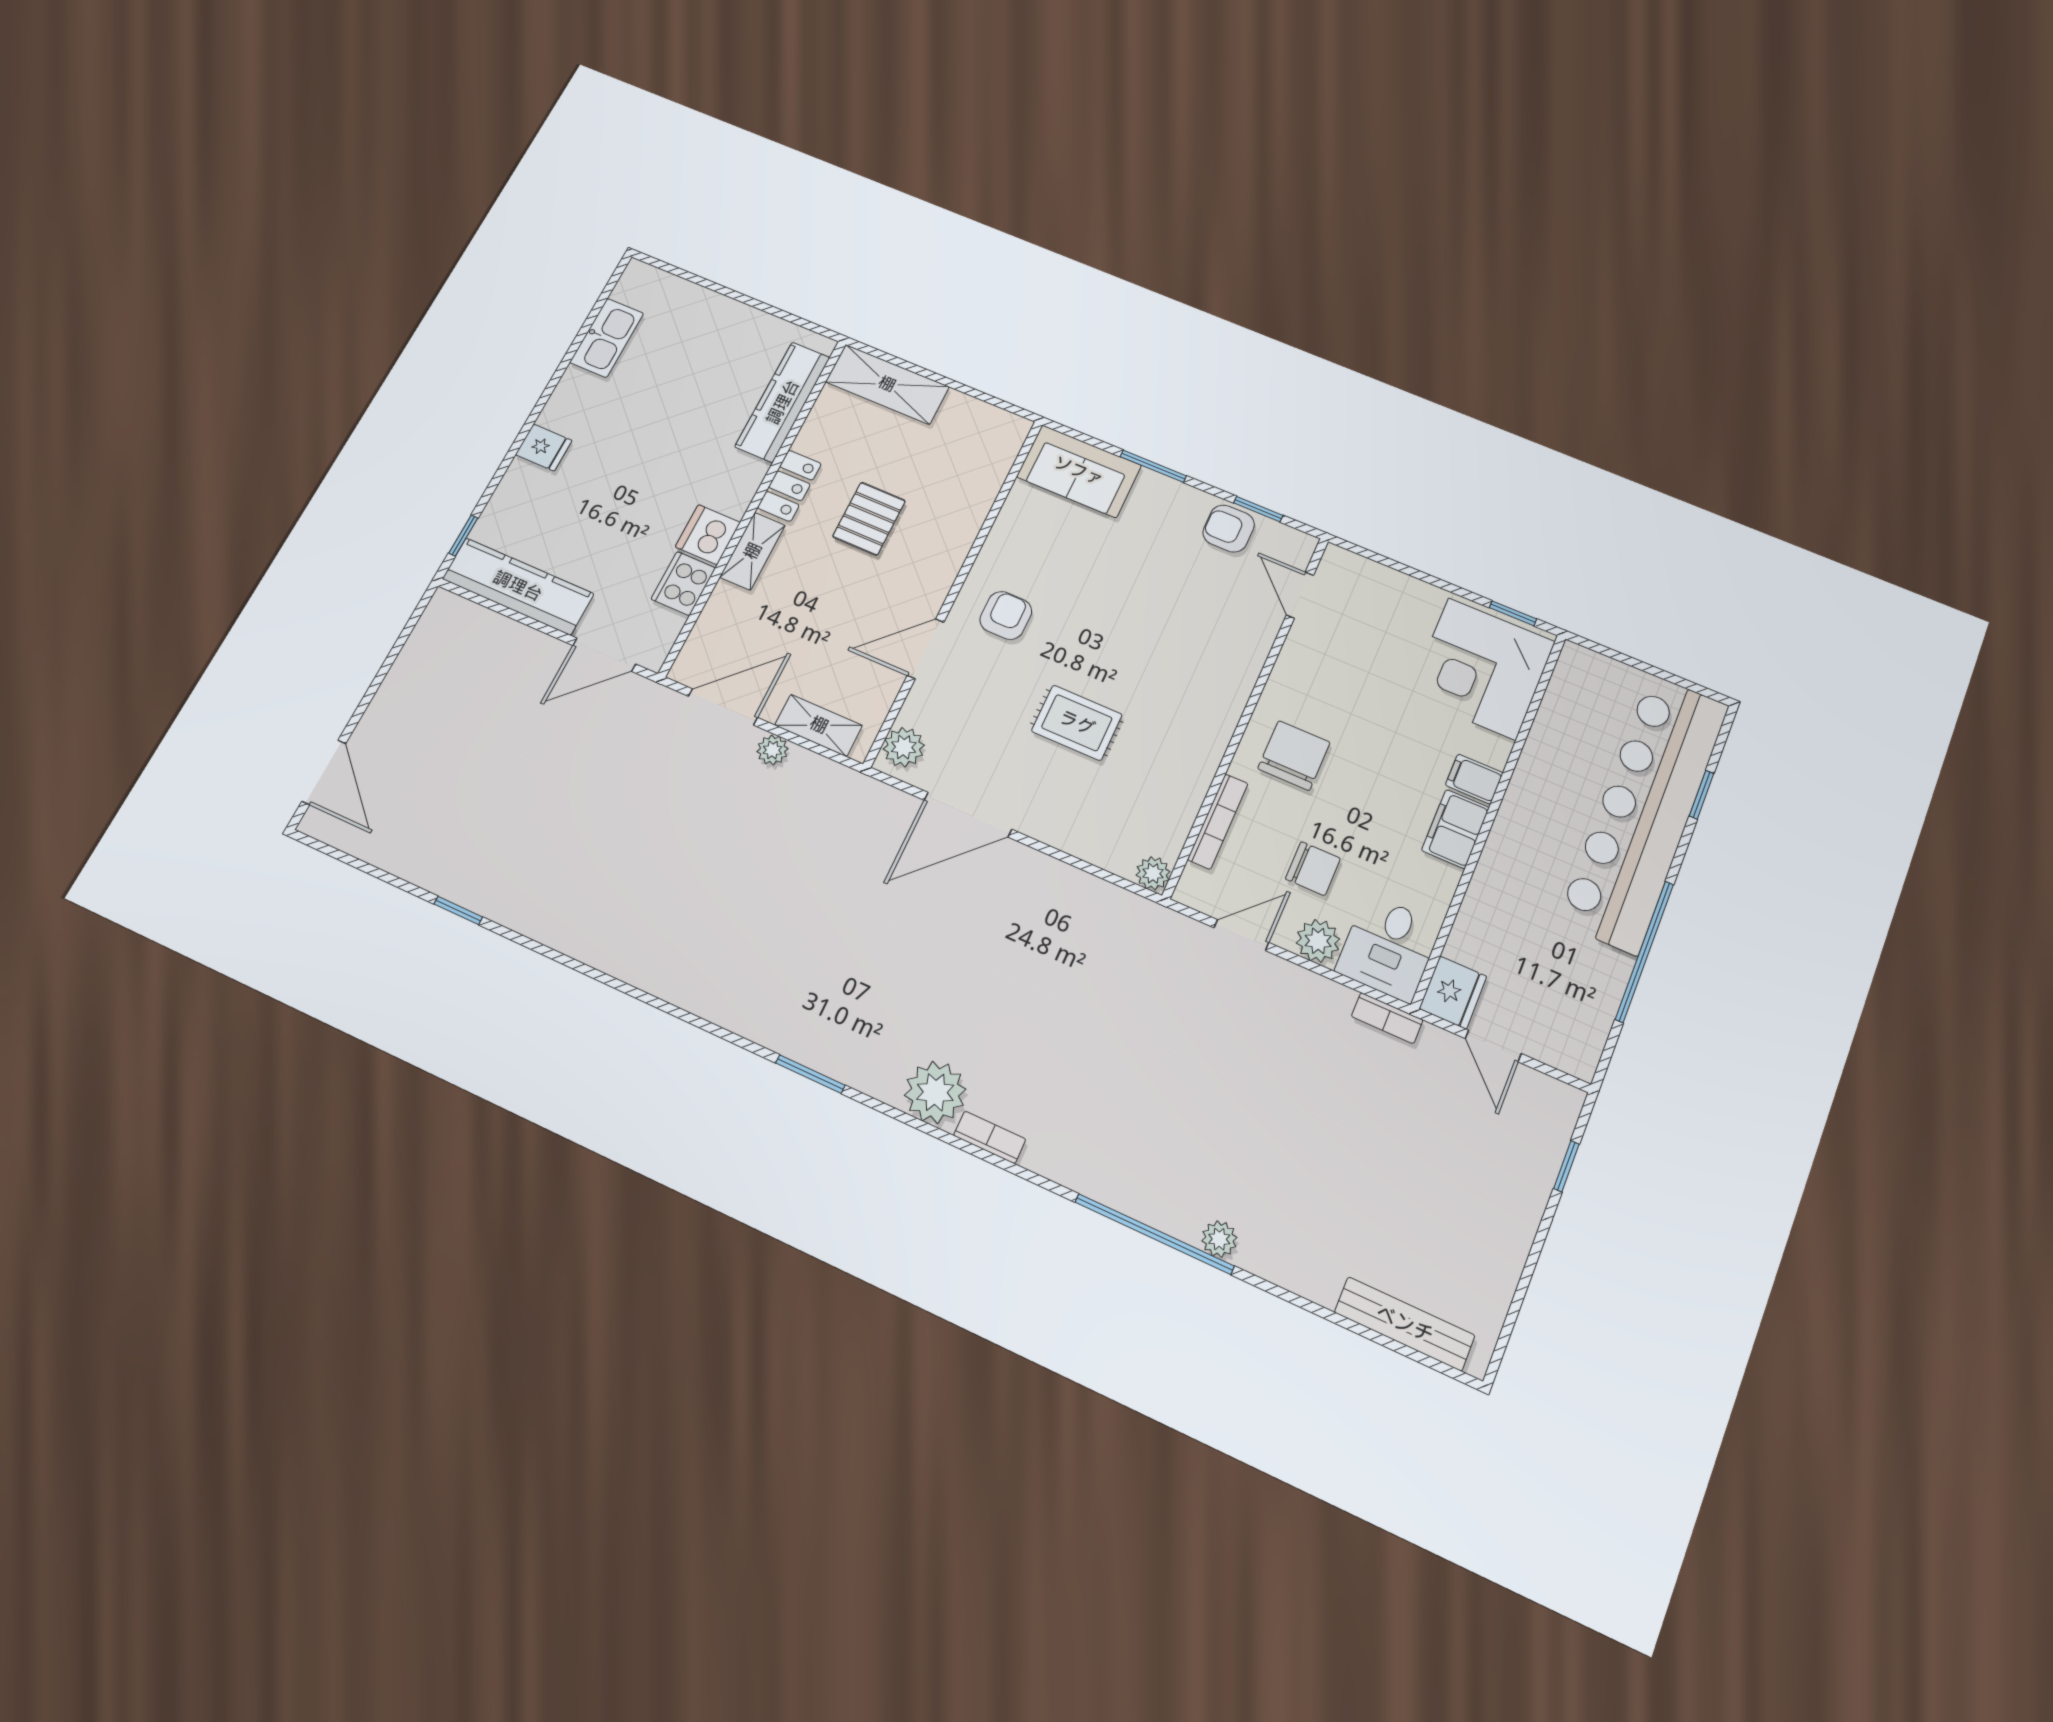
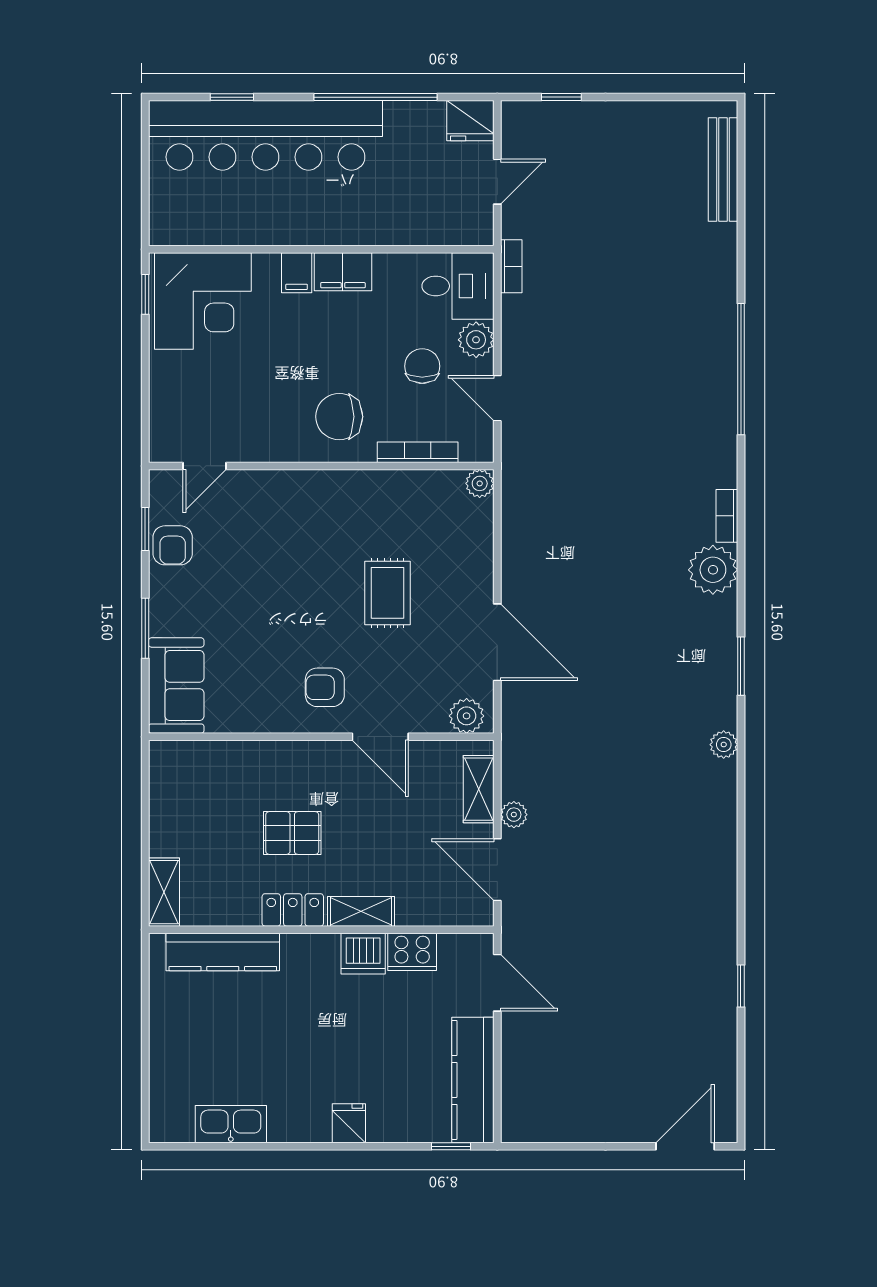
shelving: (887, 384) -> (164, 892), width x0.67, depth x0.75
fridge: (1453, 992) -> (470, 121), moved, turned 180
plant: (1219, 1239) -> (724, 745), moved

